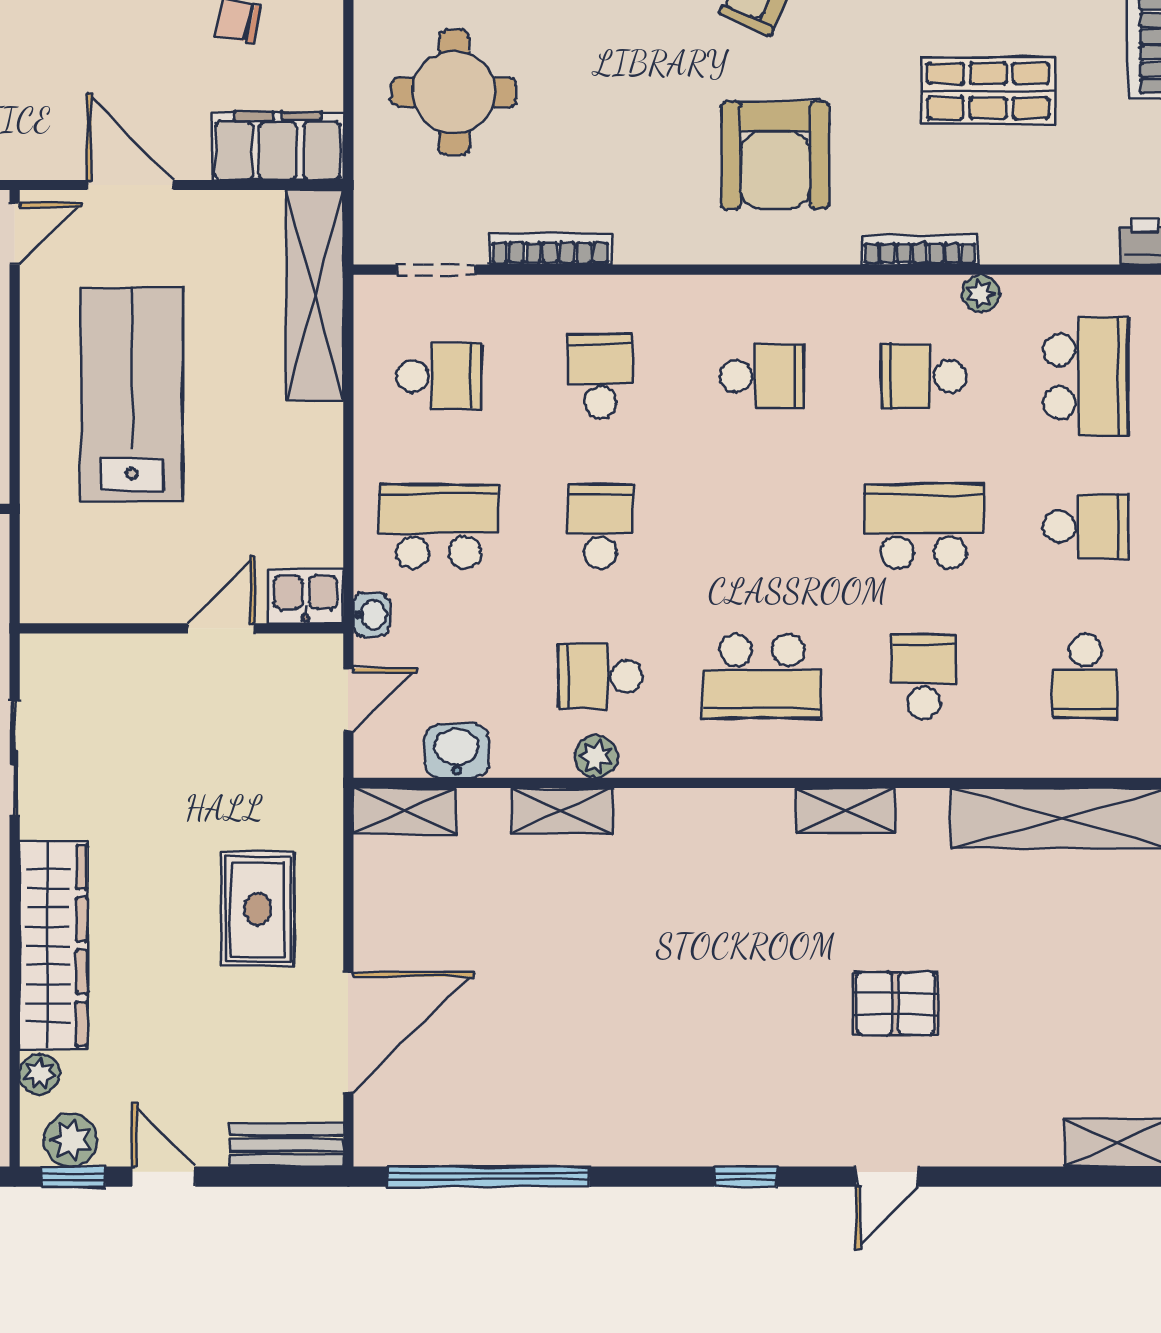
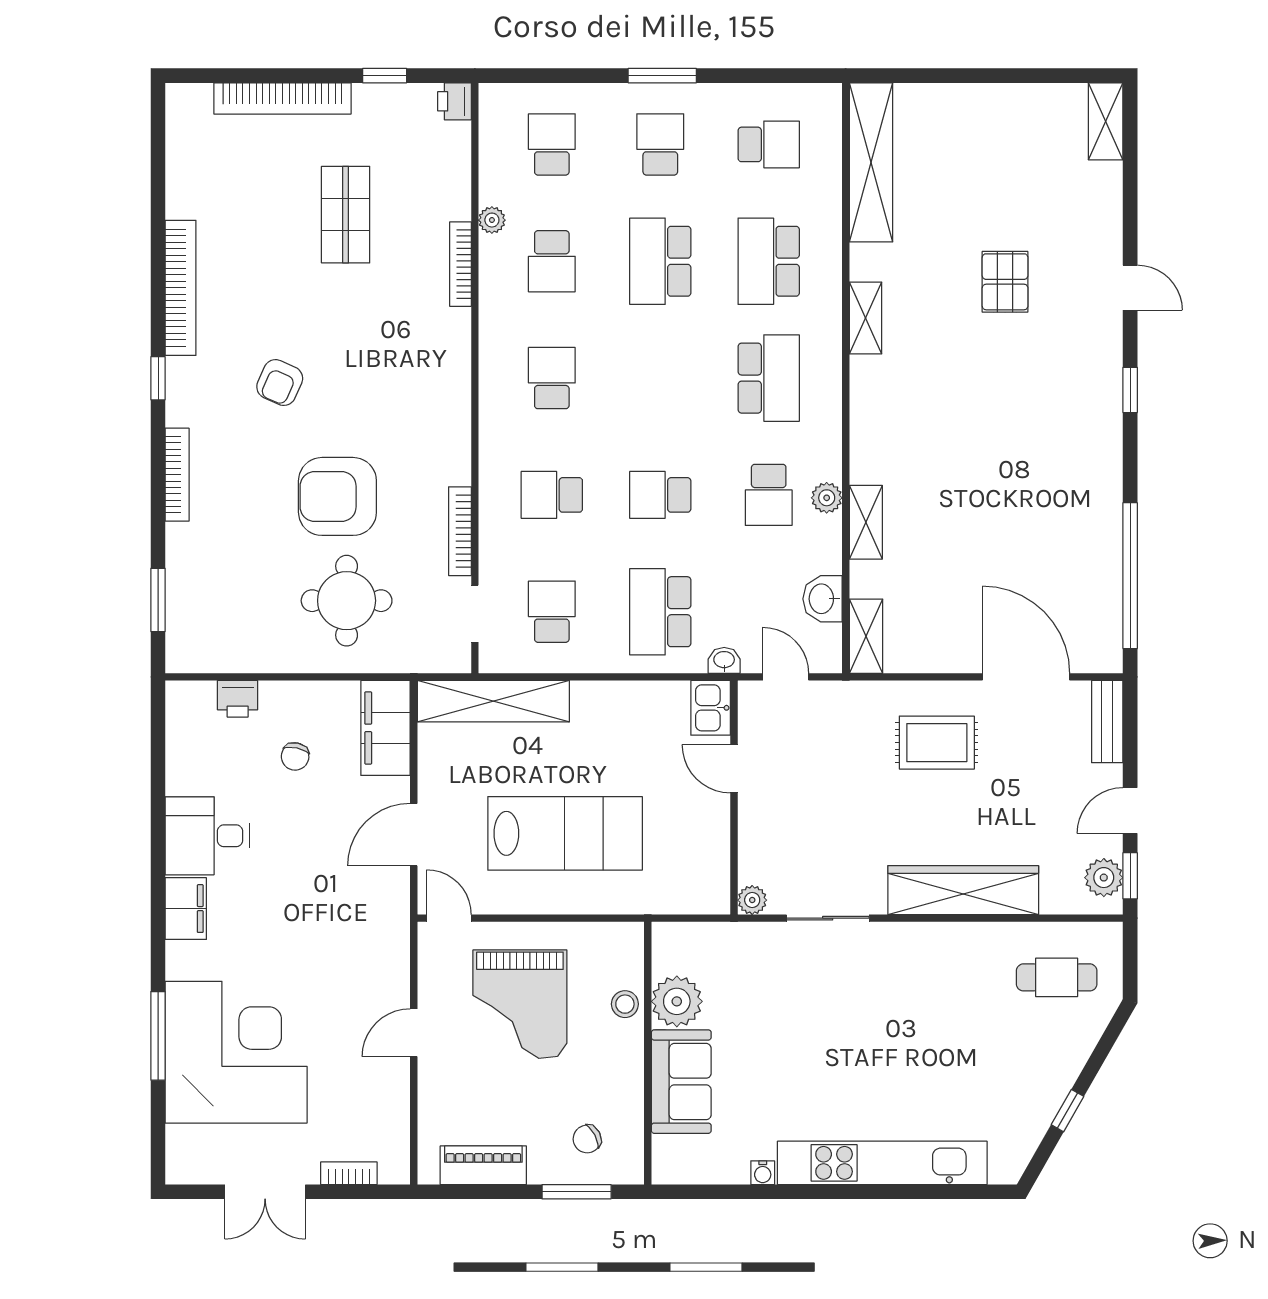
armchair: (775, 155) -> (337, 496), moved, turned 180
school desk: (1085, 376) -> (552, 144), width x0.54
lab bench: (132, 395) -> (565, 833), turned 180
school desk: (924, 676) -> (769, 261), width x1.85
plant: (40, 1074) -> (752, 900), moved

